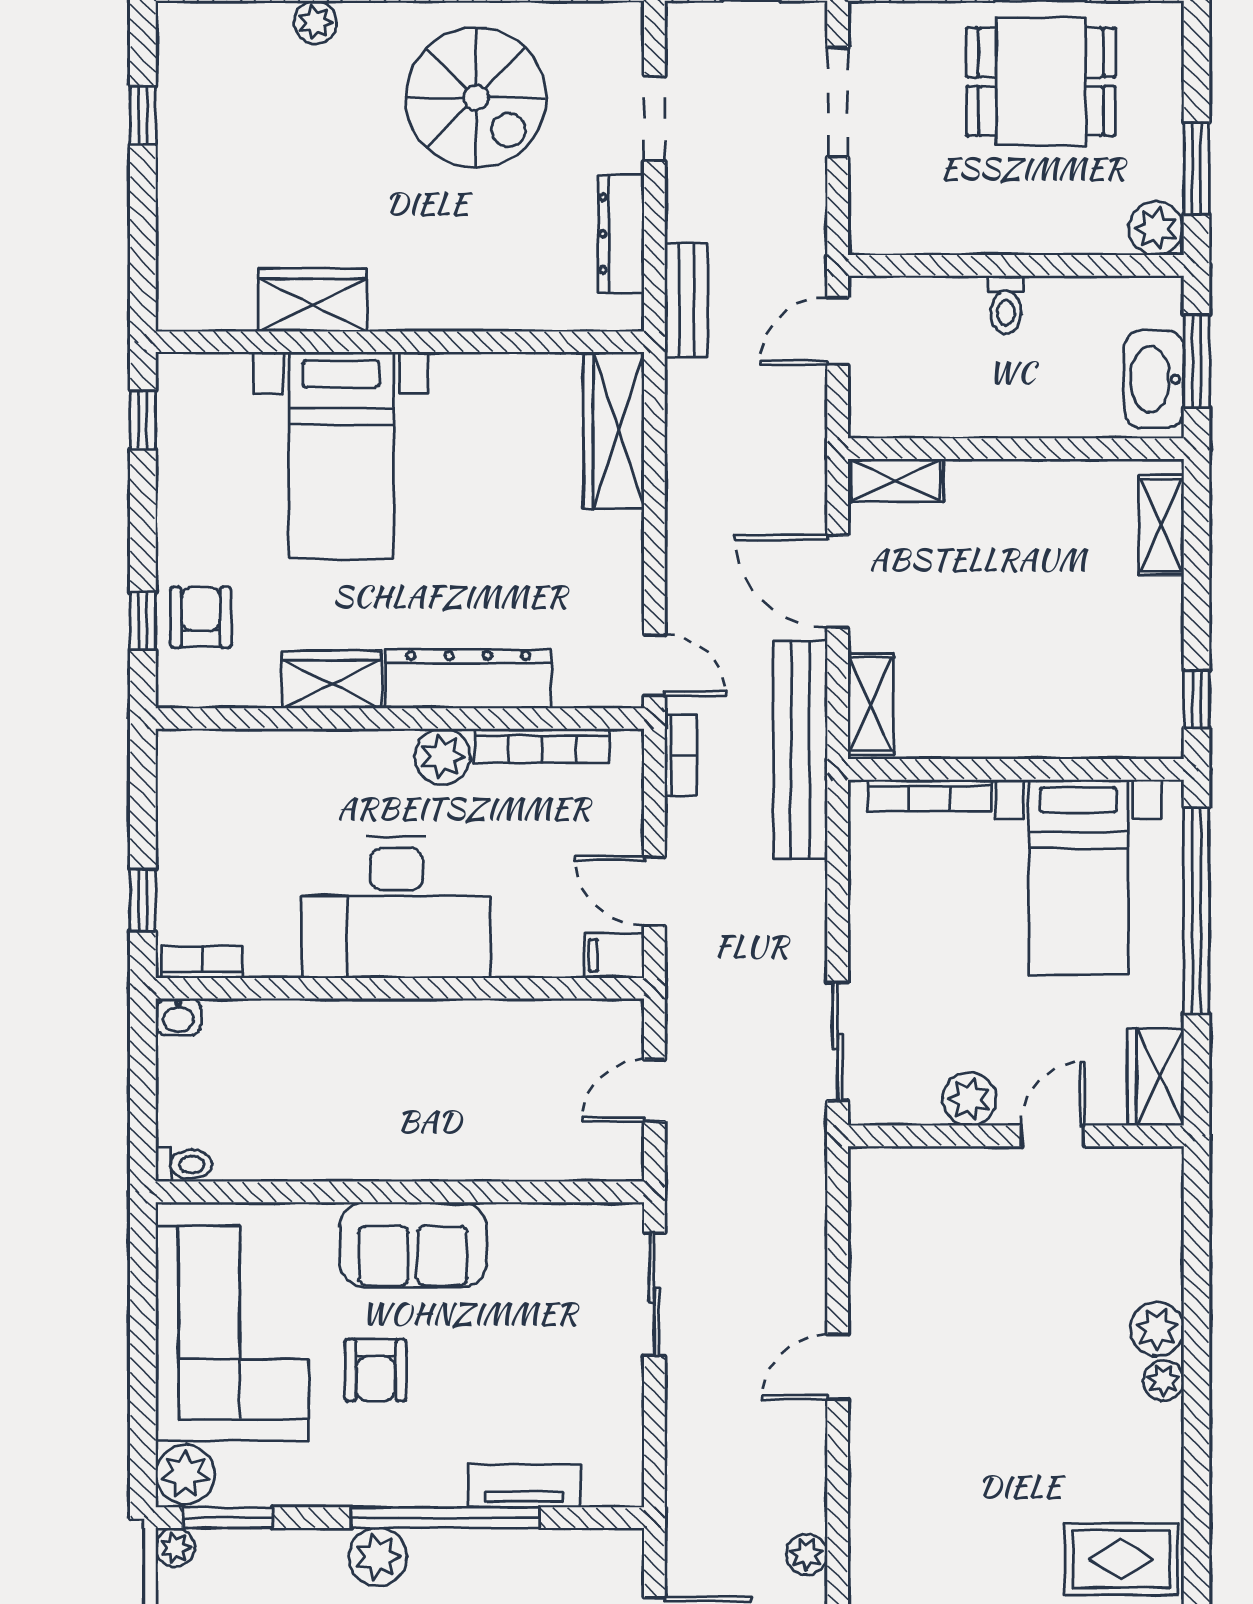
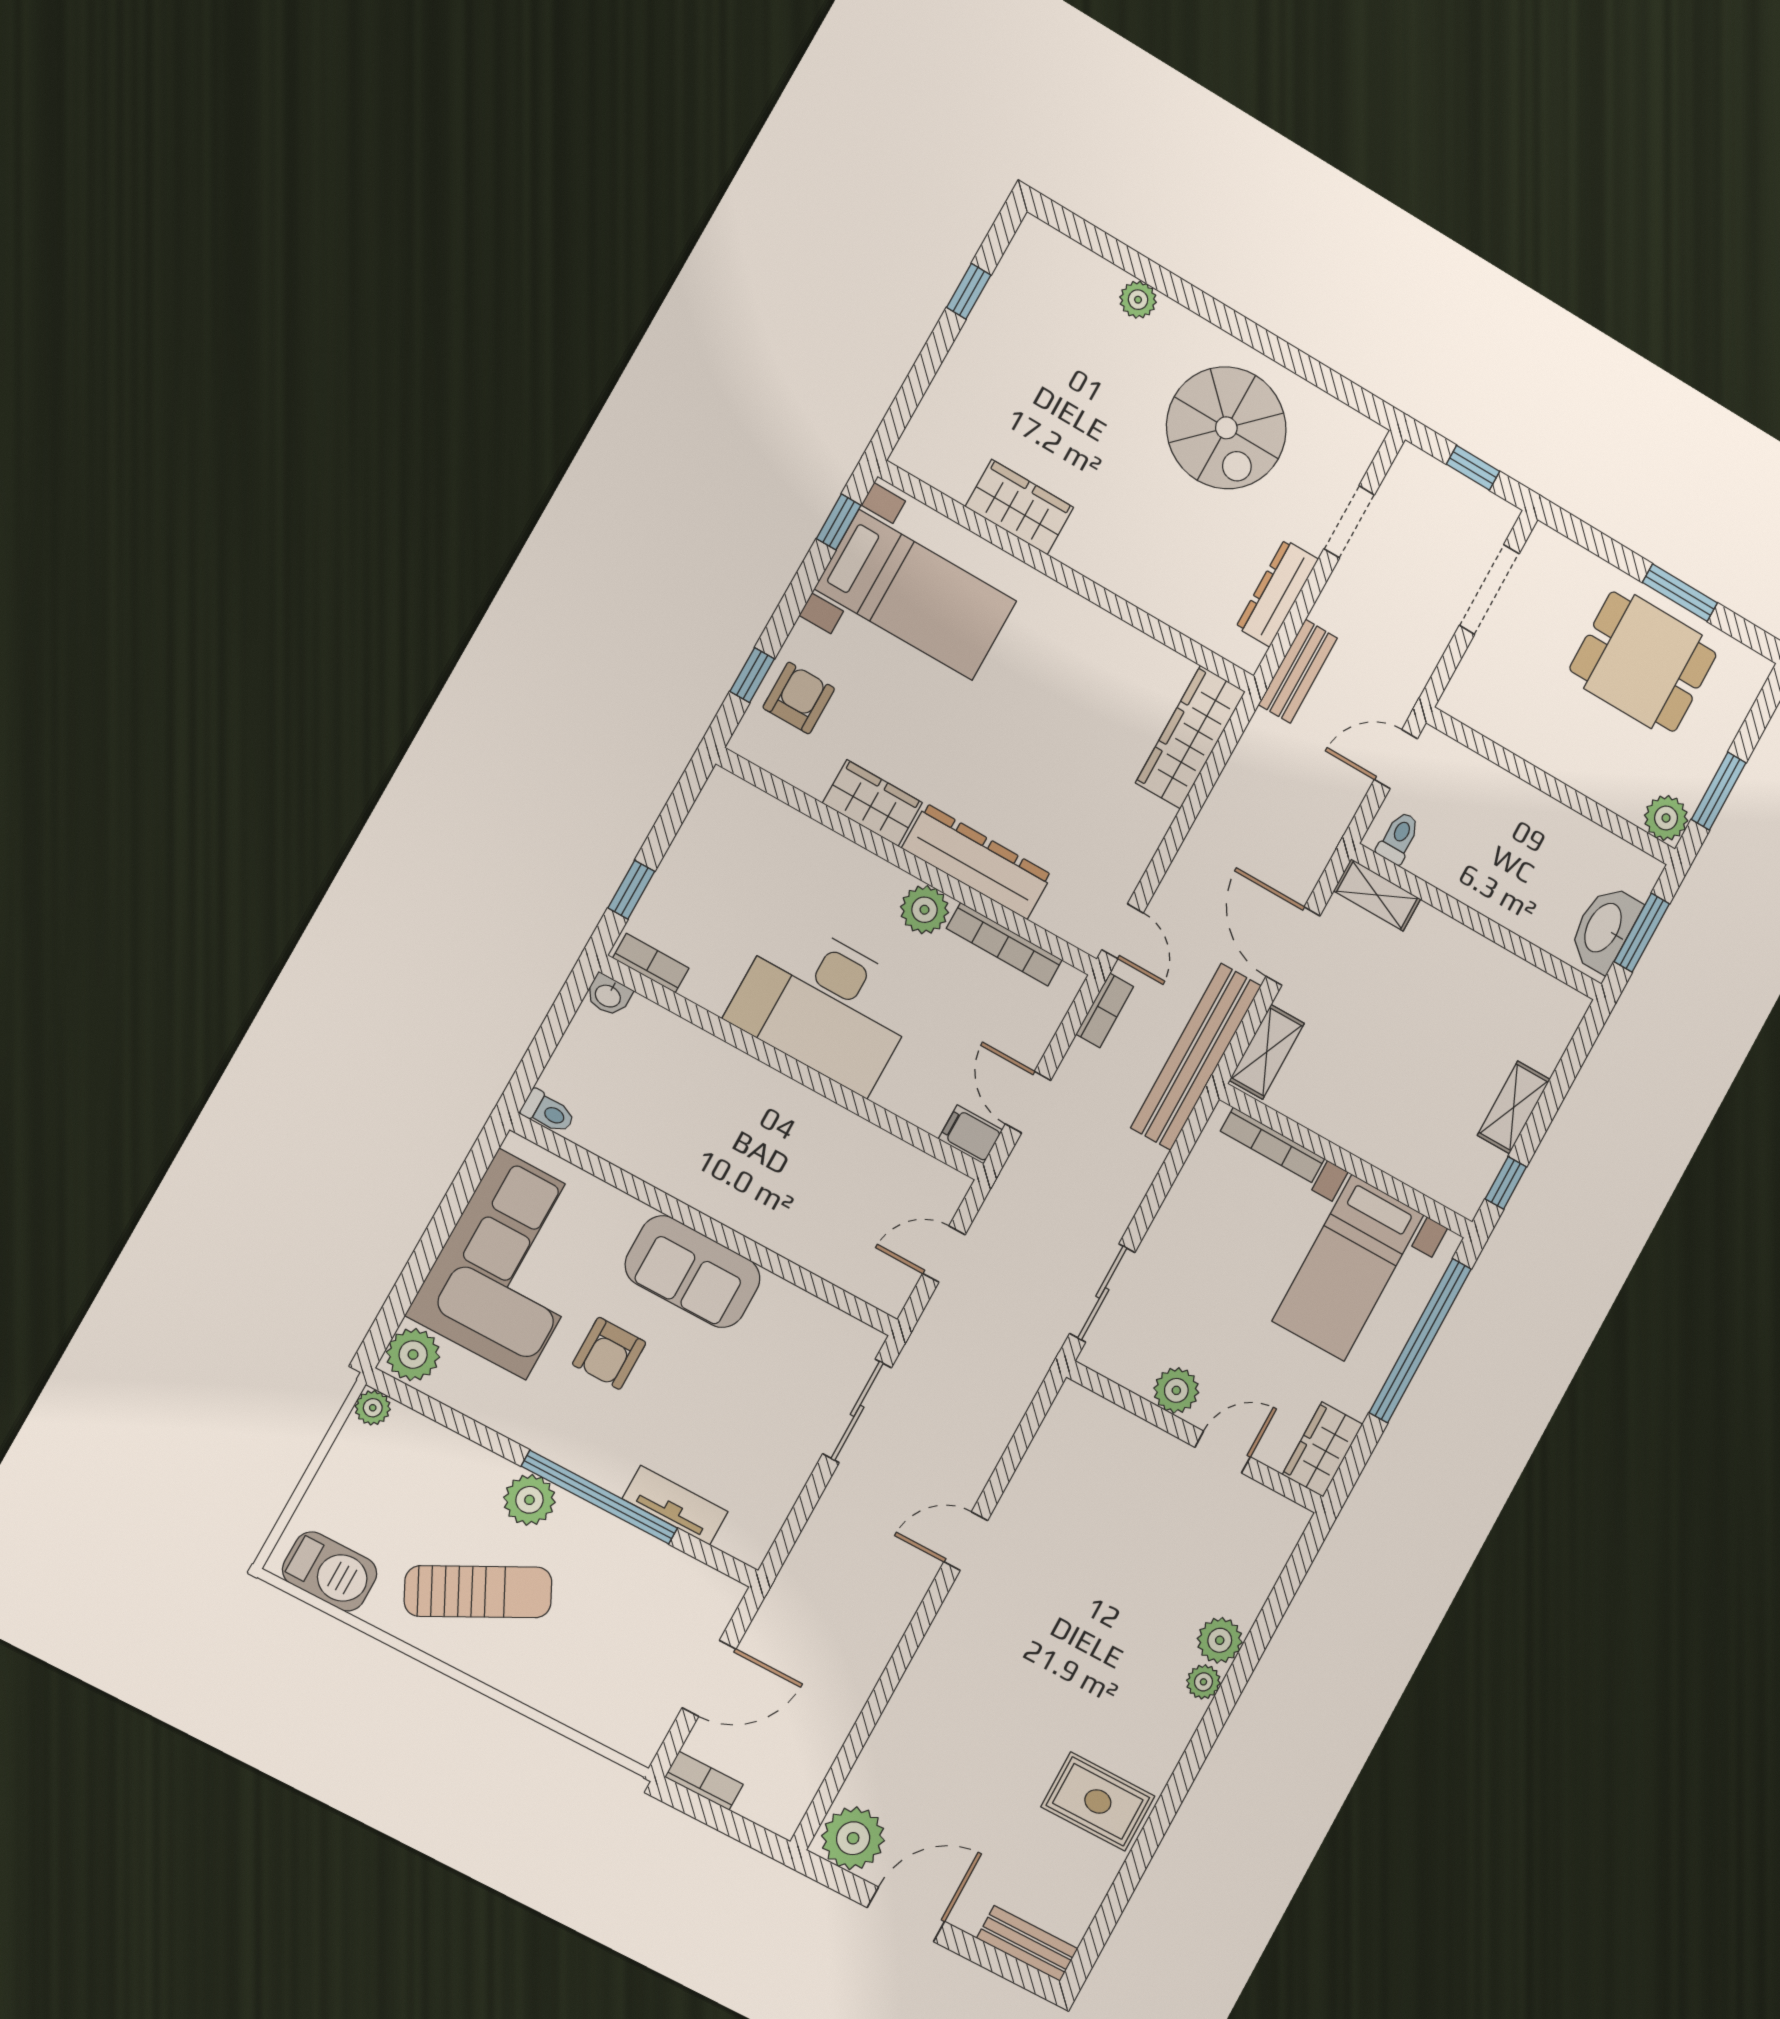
toilet: (1006, 305) -> (1399, 838), moved, turned 180
bed with nightstands: (341, 455) -> (916, 595), moved, turned -90
shelving: (1161, 525) -> (1514, 1107), moved
window: (228, 1518) -> (428, 1406), removed
plant: (807, 1554) -> (863, 1673), removed

